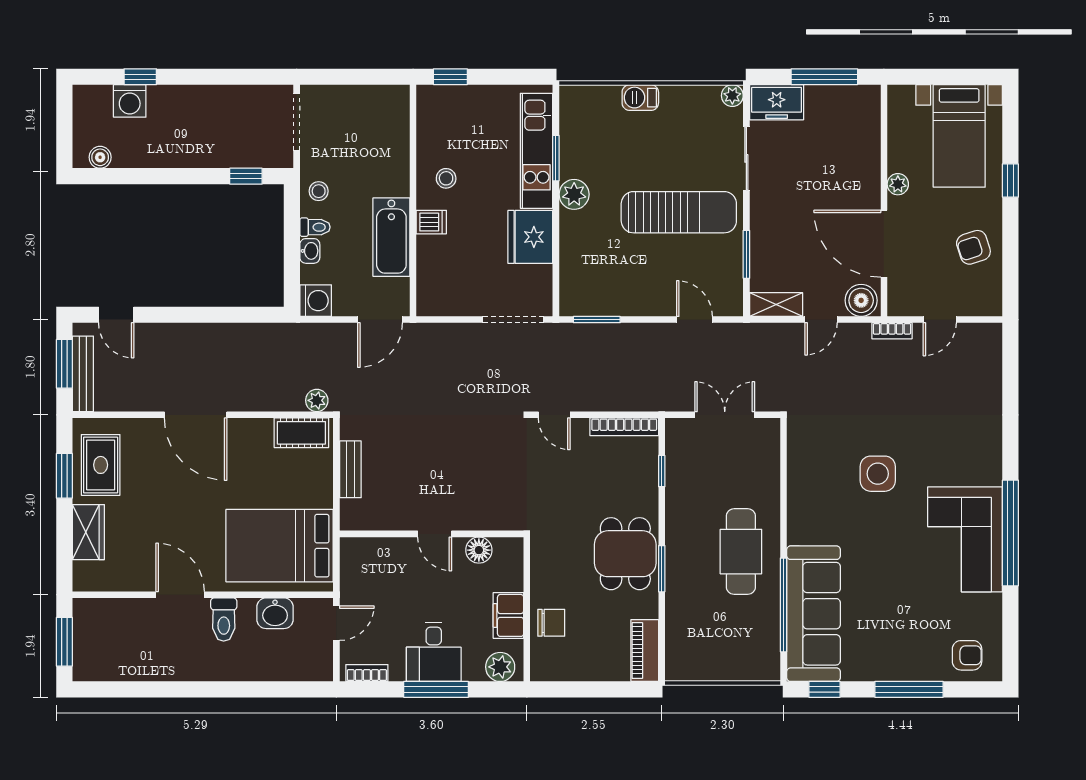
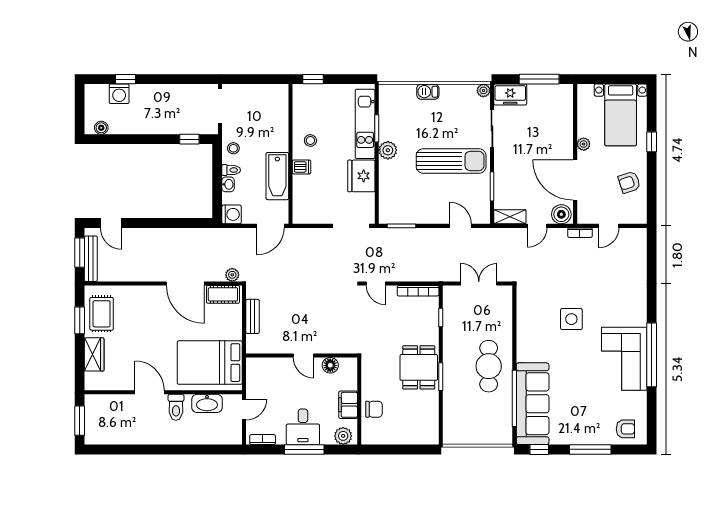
door: (196, 415) -> (185, 283), moved
washbasin: (275, 613) -> (207, 403), width x1.38
piano: (645, 650) -> (431, 426), removed

